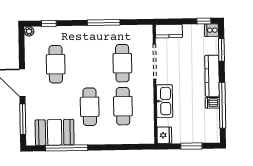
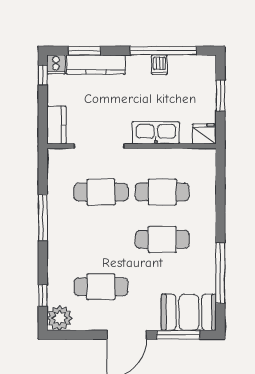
plant: (29, 31) -> (60, 318), width x1.87, depth x1.87
kitchen counter: (212, 76) -> (96, 65), moved
booth: (55, 132) -> (189, 312), moved, turned 90

